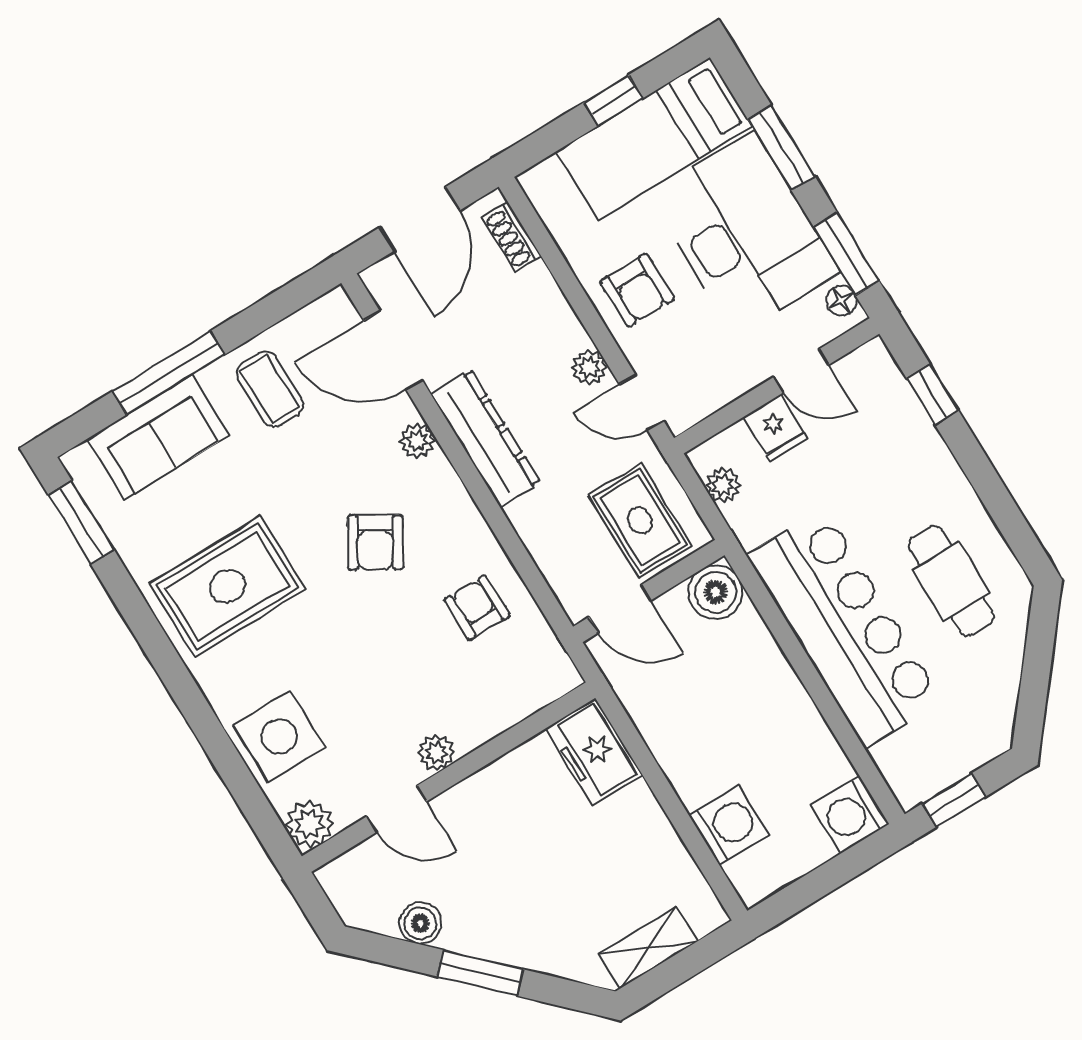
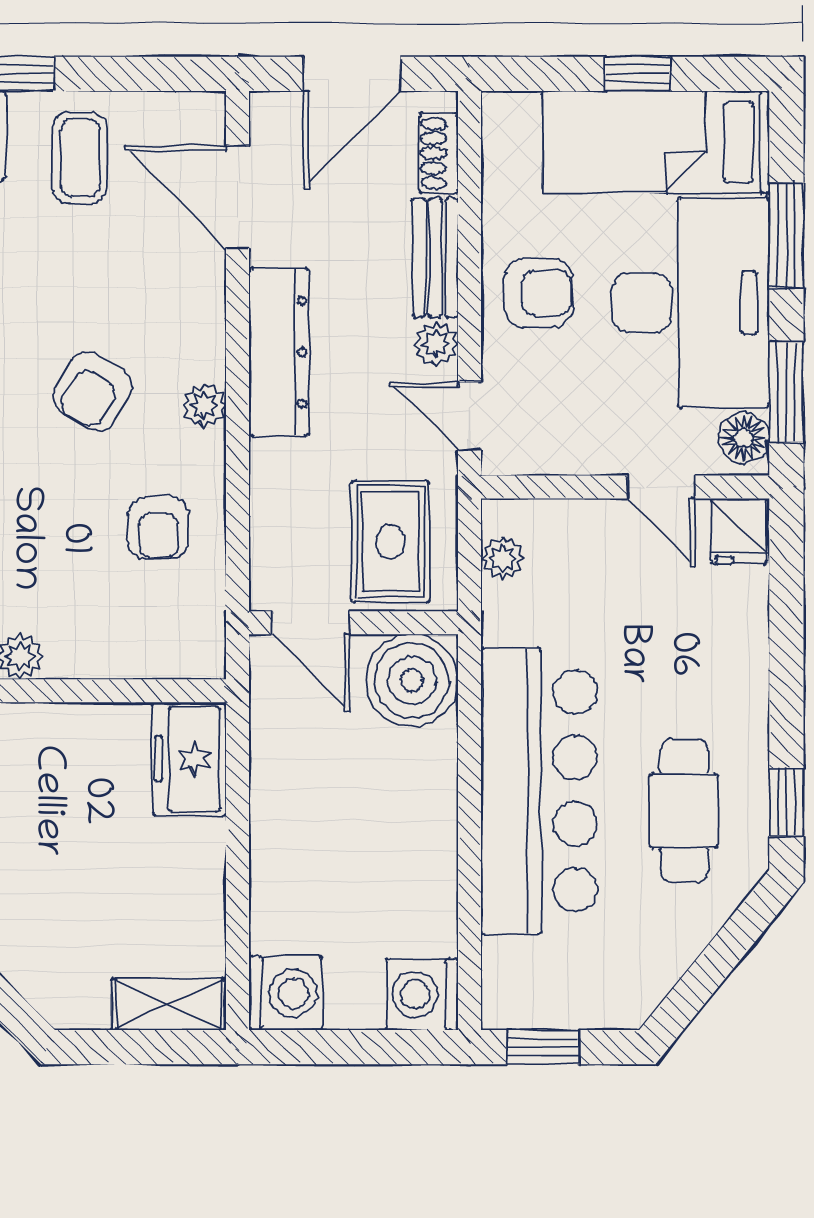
armchair: (637, 290) -> (538, 293), turned -90
floor lamp: (841, 300) -> (744, 438), width x1.37, depth x1.37
bench: (553, 309) -> (435, 258), added
window: (932, 394) -> (786, 802), moved
fridge: (776, 428) -> (739, 531), moved
plant: (417, 441) -> (204, 406), moved
boiler: (716, 592) -> (412, 680), width x1.37, depth x1.37
armchair: (477, 608) -> (158, 528), turned 180
washing machine: (729, 825) -> (286, 993), moved
shelving: (648, 948) -> (169, 1004), moved

